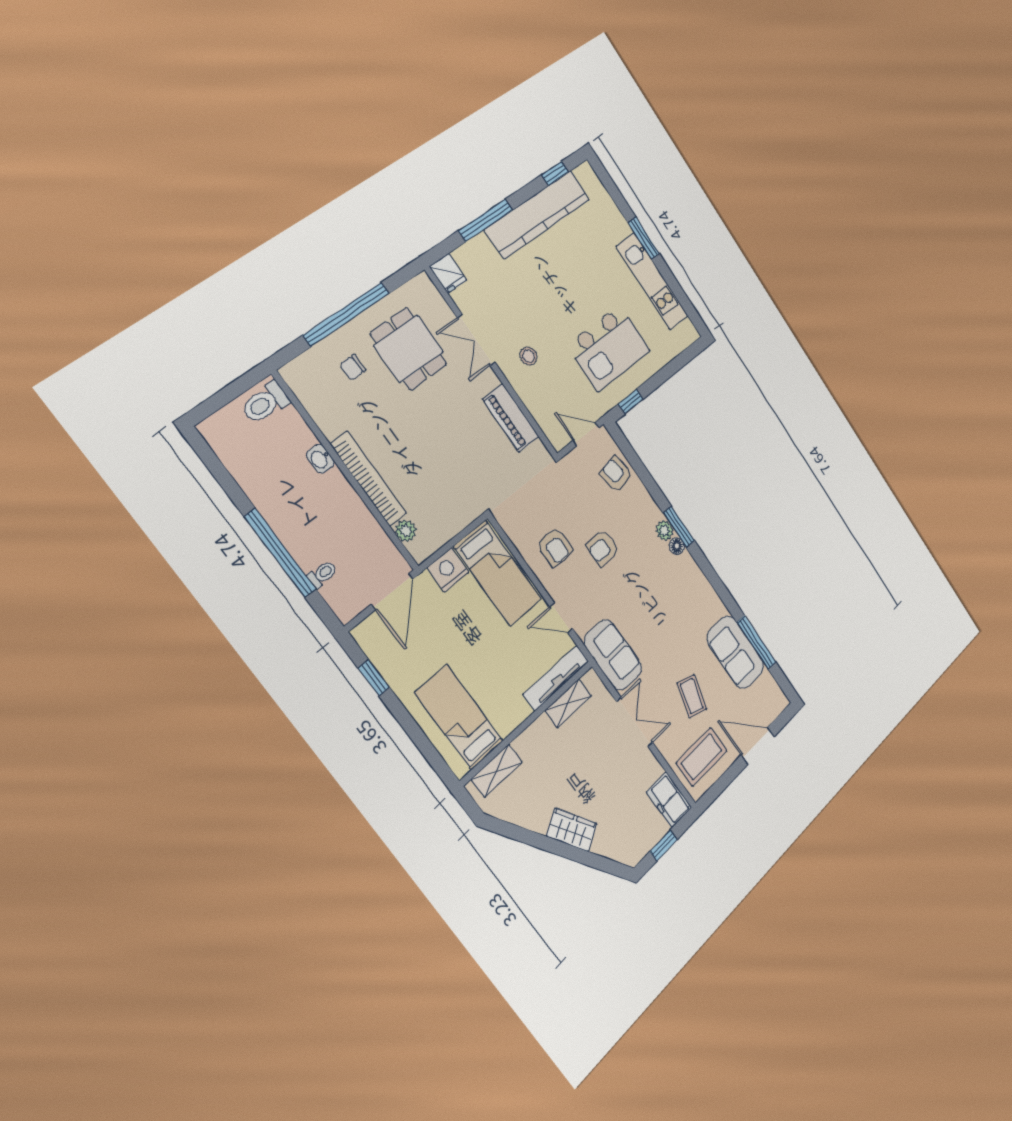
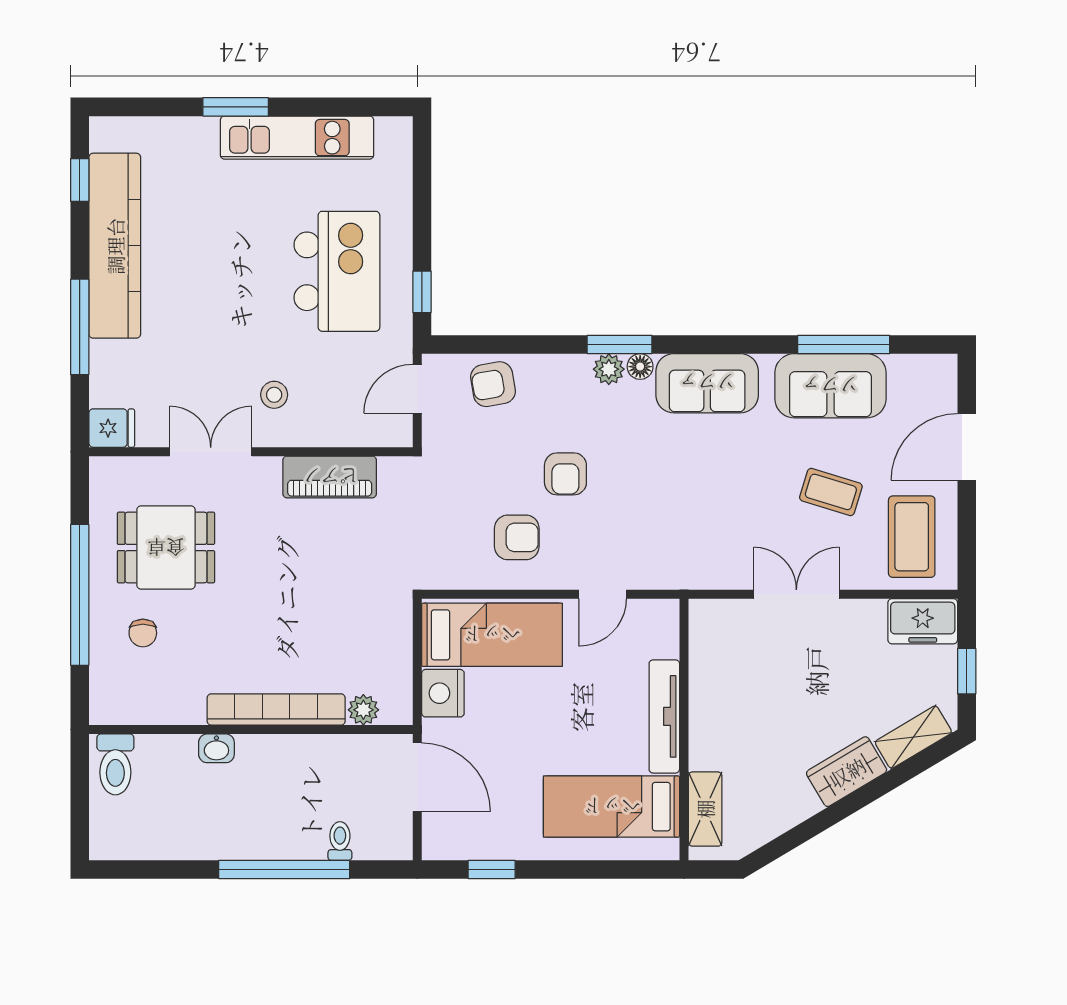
double door: (476, 340) -> (211, 452), swing flipped
sofa: (613, 655) -> (707, 383), moved, turned 180
tv unit: (556, 678) -> (664, 716), moved
shelving: (568, 703) -> (913, 737), moved, turned 59

